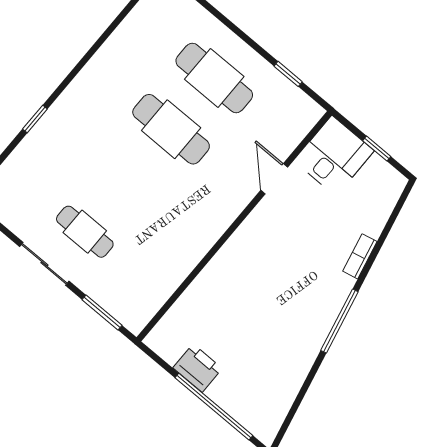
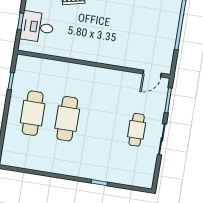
desk: (334, 156) -> (37, 27), moved
door: (274, 179) -> (152, 74), moved
printer: (198, 368) -> (167, 42), removed

